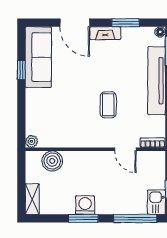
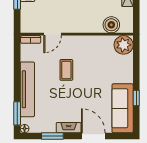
plant: (32, 141) -> (124, 45), width x1.88, depth x1.88
door: (125, 149) -> (53, 34), swing flipped

